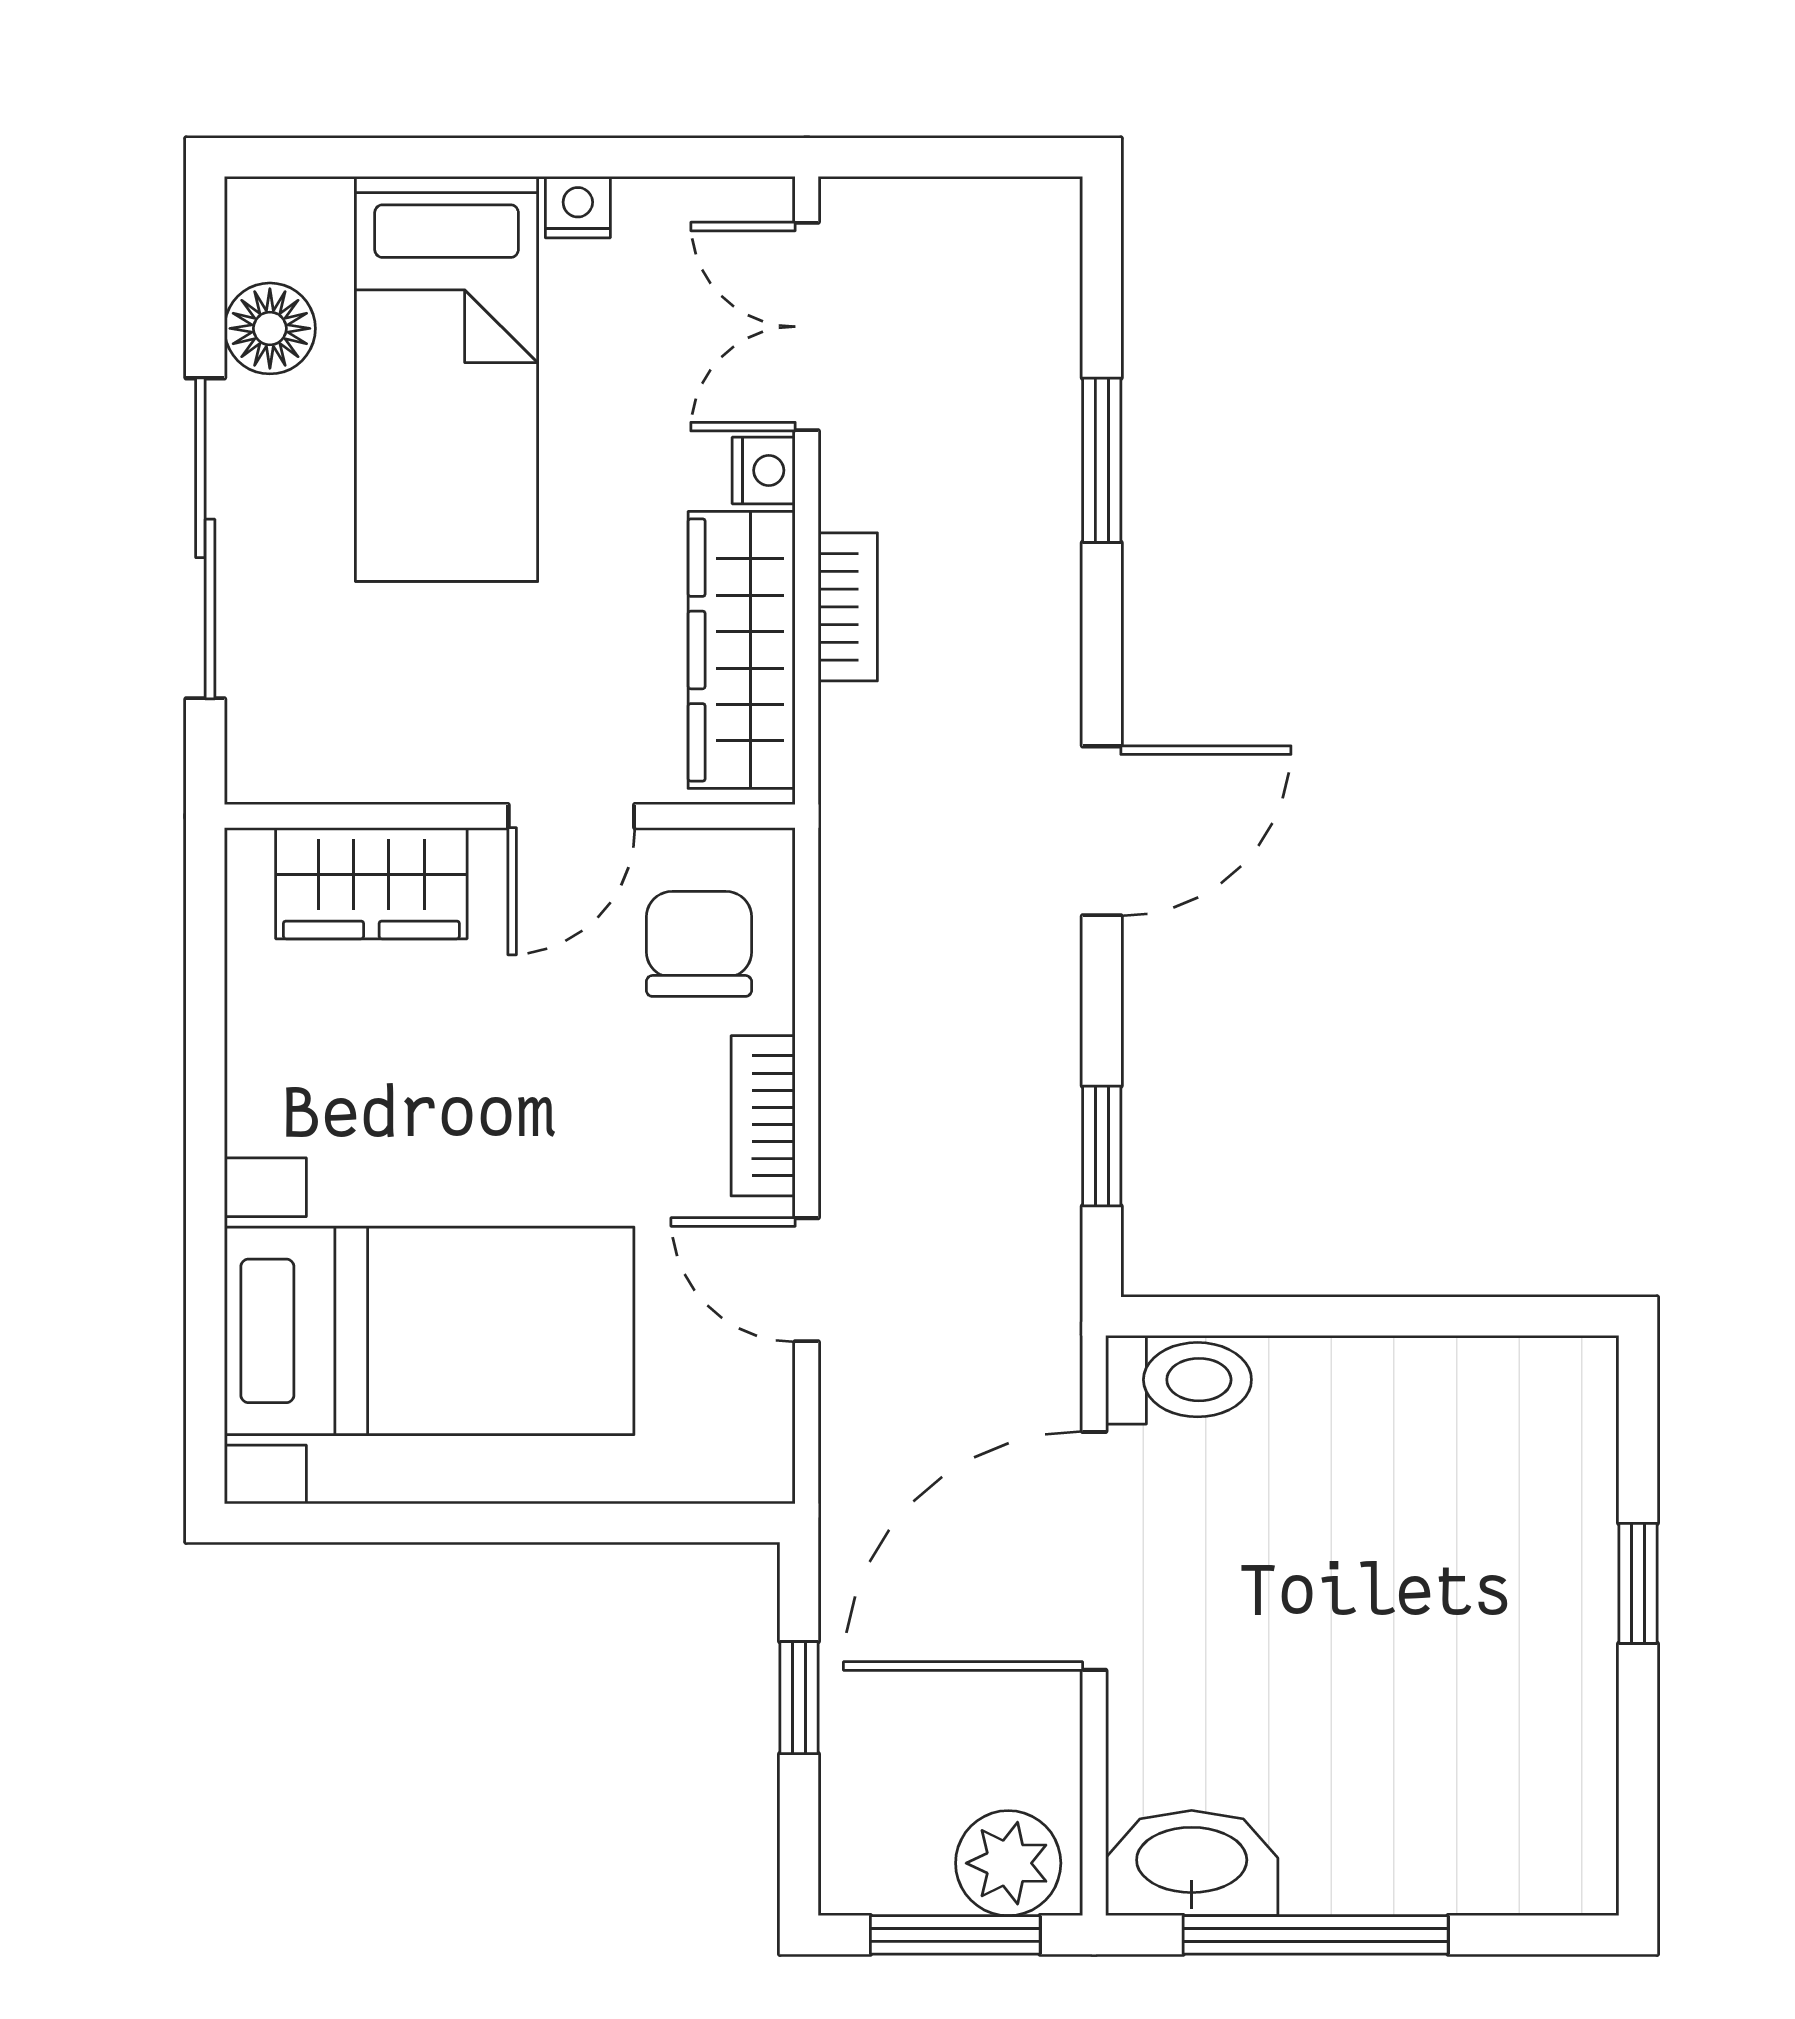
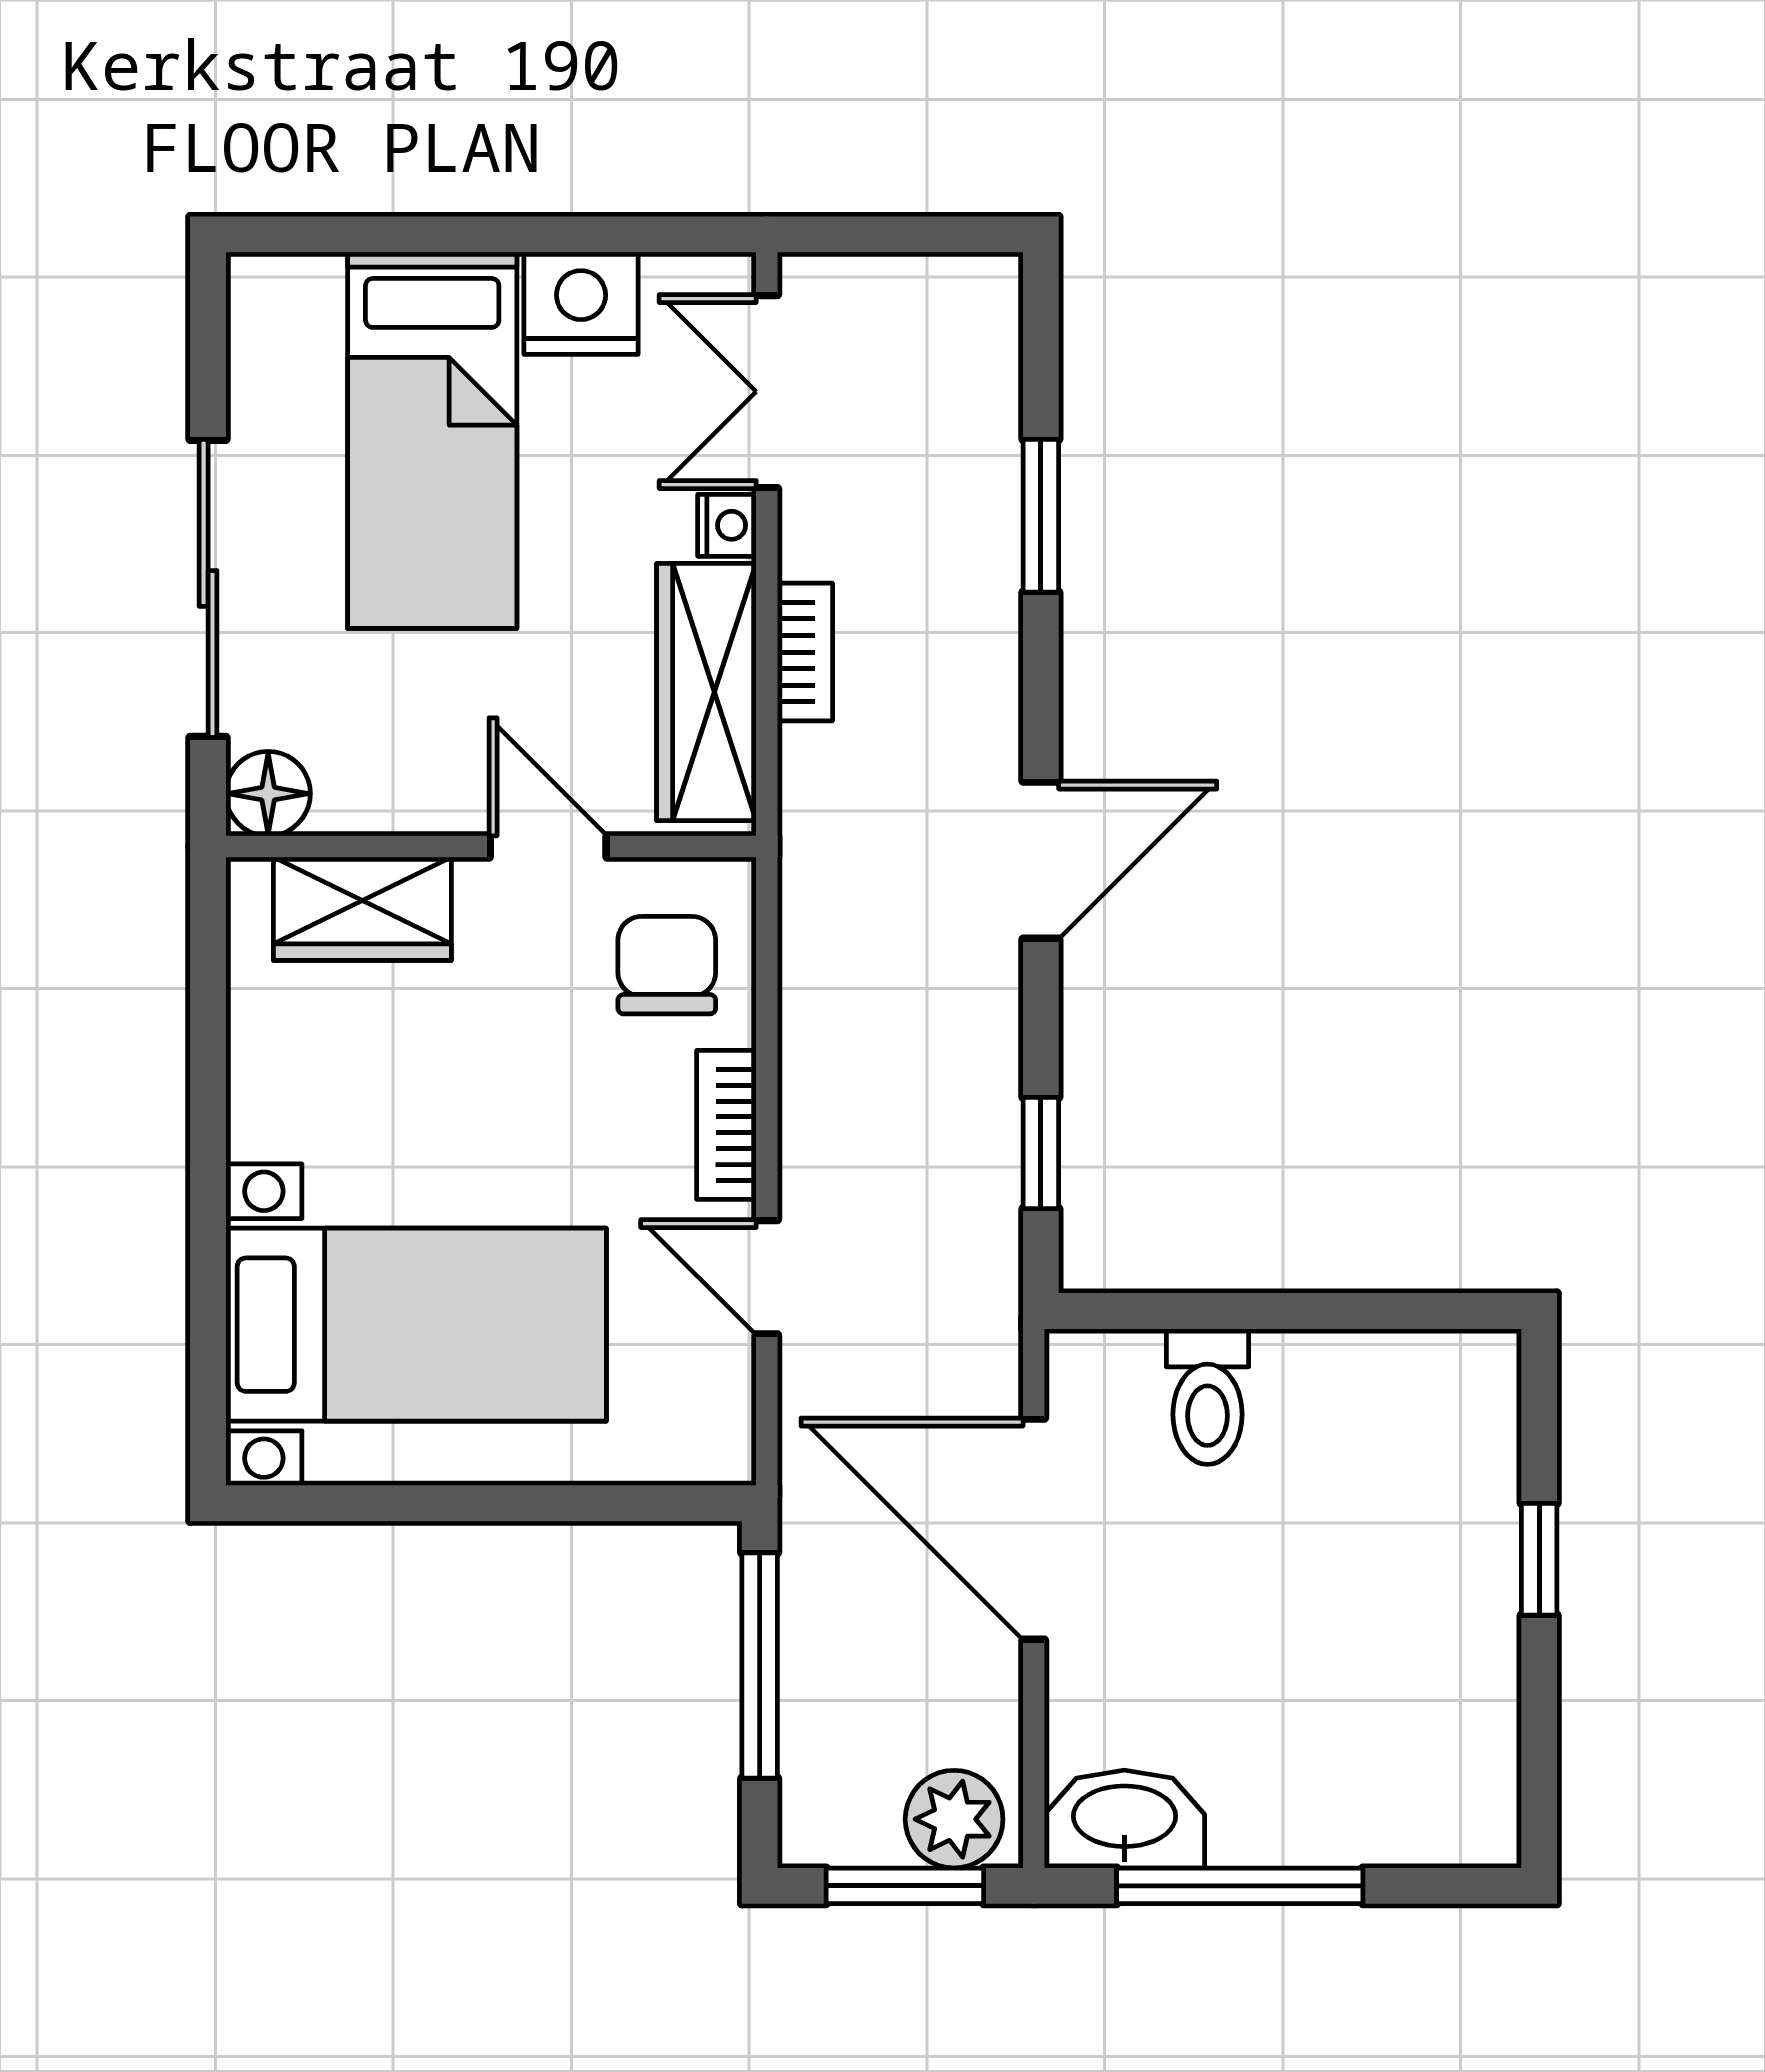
nightstand: (578, 207) -> (581, 303), width x1.89, depth x1.79
floor lamp: (270, 328) -> (268, 794), moved
door: (571, 816) -> (548, 847), swing flipped
toilet: (1178, 1380) -> (1208, 1397), moved, turned 90
door: (1094, 1551) -> (1034, 1529), hinge flipped
window: (799, 1698) -> (760, 1665), width x2.17

